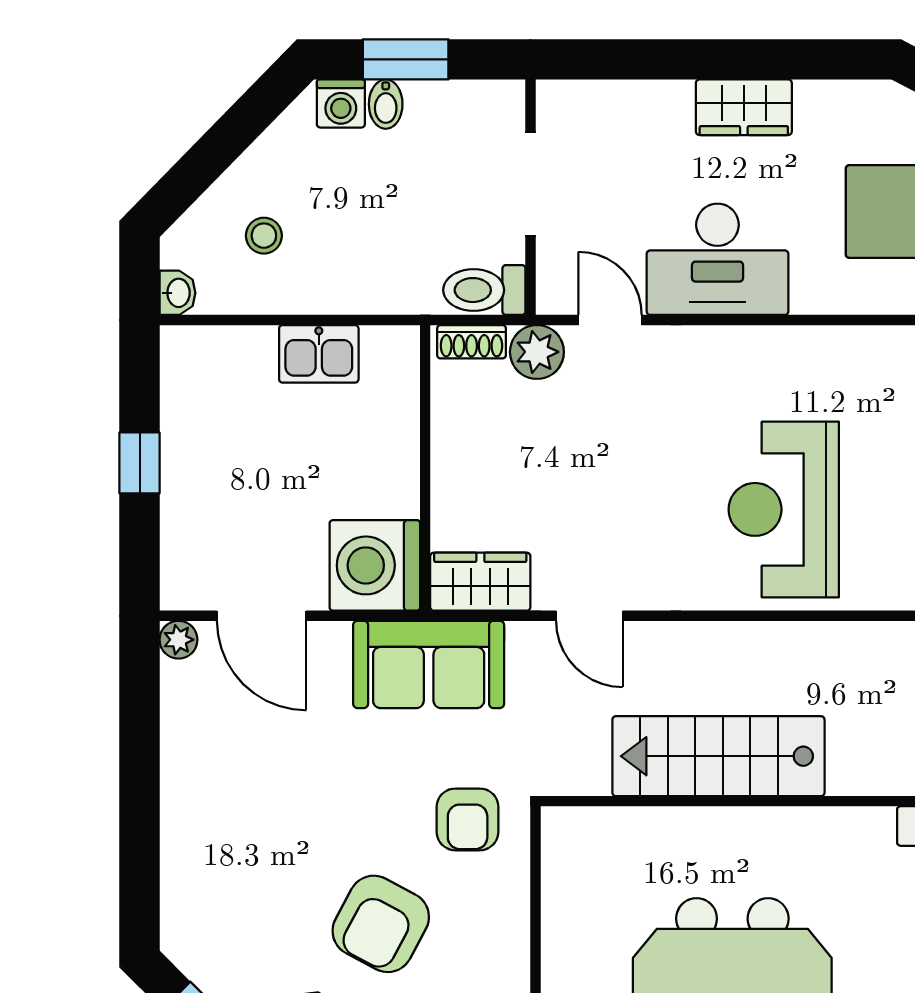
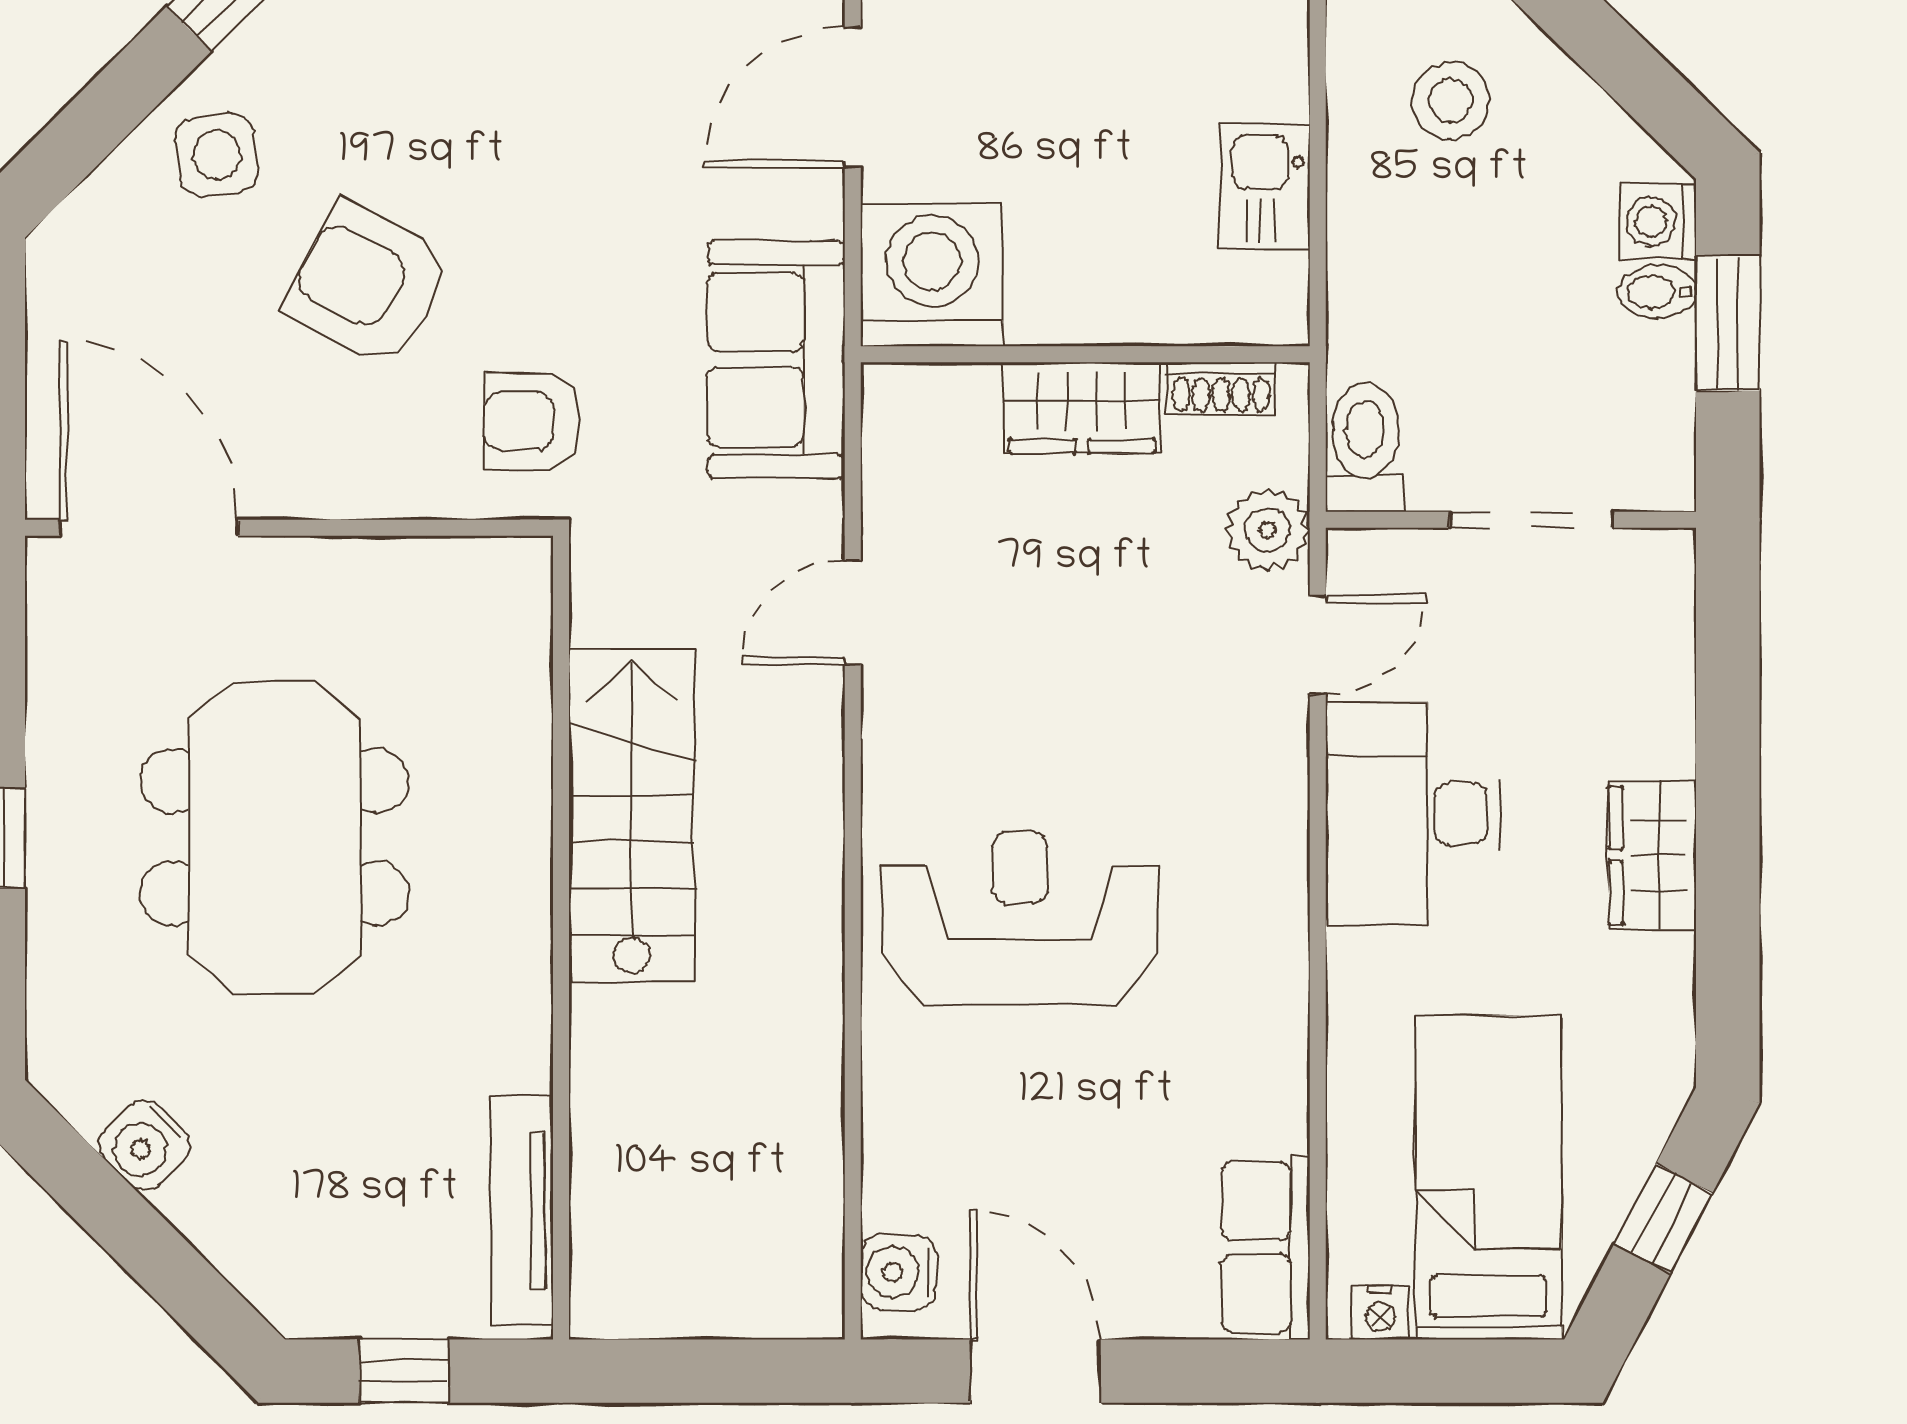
stool: (264, 236) -> (1451, 100), width x1.37, depth x1.37
shoe rack: (472, 342) -> (1221, 388), moved, turned -90
wardrobe: (480, 582) -> (1082, 408), moved, turned 90

